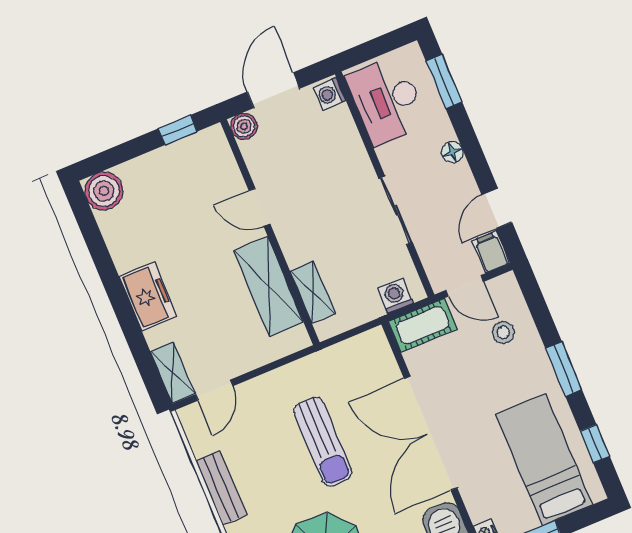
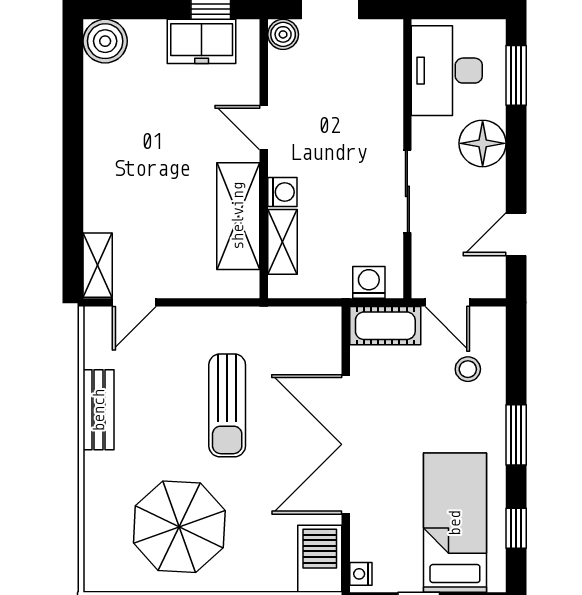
washing machine: (330, 94) -> (282, 192), moved, turned 180
floor lamp: (452, 152) -> (483, 143), width x1.89, depth x1.89
filing cabinet: (491, 252) -> (491, 278), removed
freezer: (148, 296) -> (202, 41), moved, turned 90

